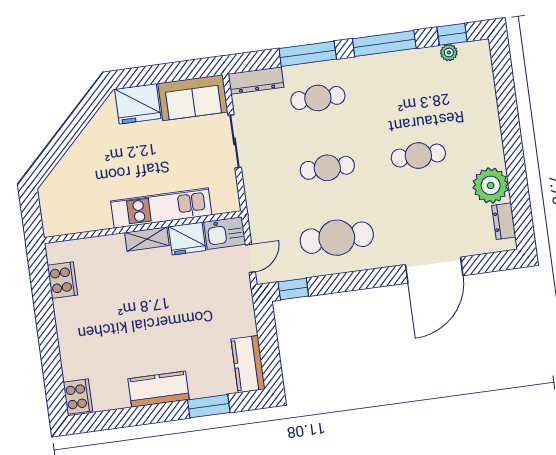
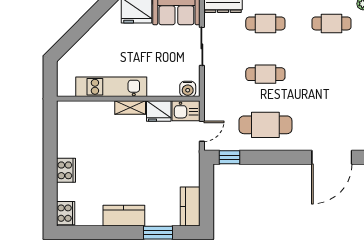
cafe table: (418, 156) -> (331, 23), moved
water cooler: (223, 203) -> (188, 89), added
kitchen unit: (161, 208) -> (111, 87), moved
cooker: (63, 280) -> (66, 170), moved

